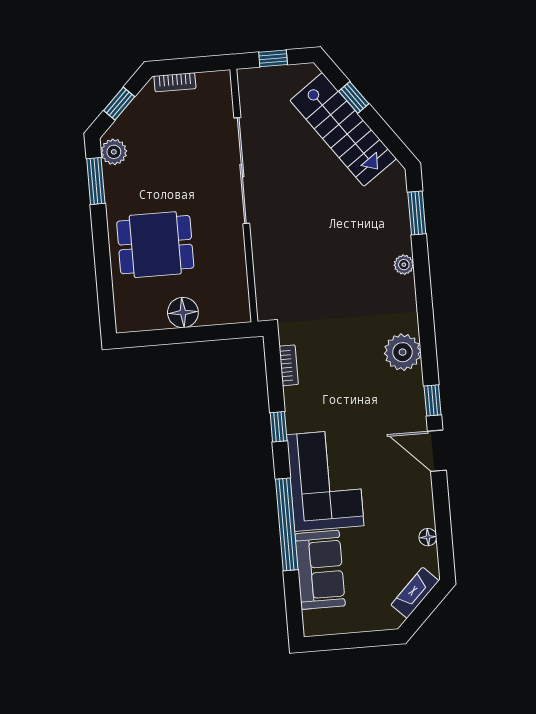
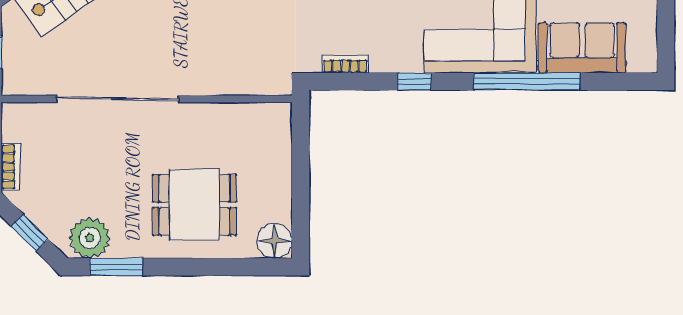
plant: (114, 152) -> (90, 238), width x1.36, depth x1.36
dining table: (155, 245) -> (194, 205), turned 90
floor lamp: (183, 313) -> (275, 241), moved

